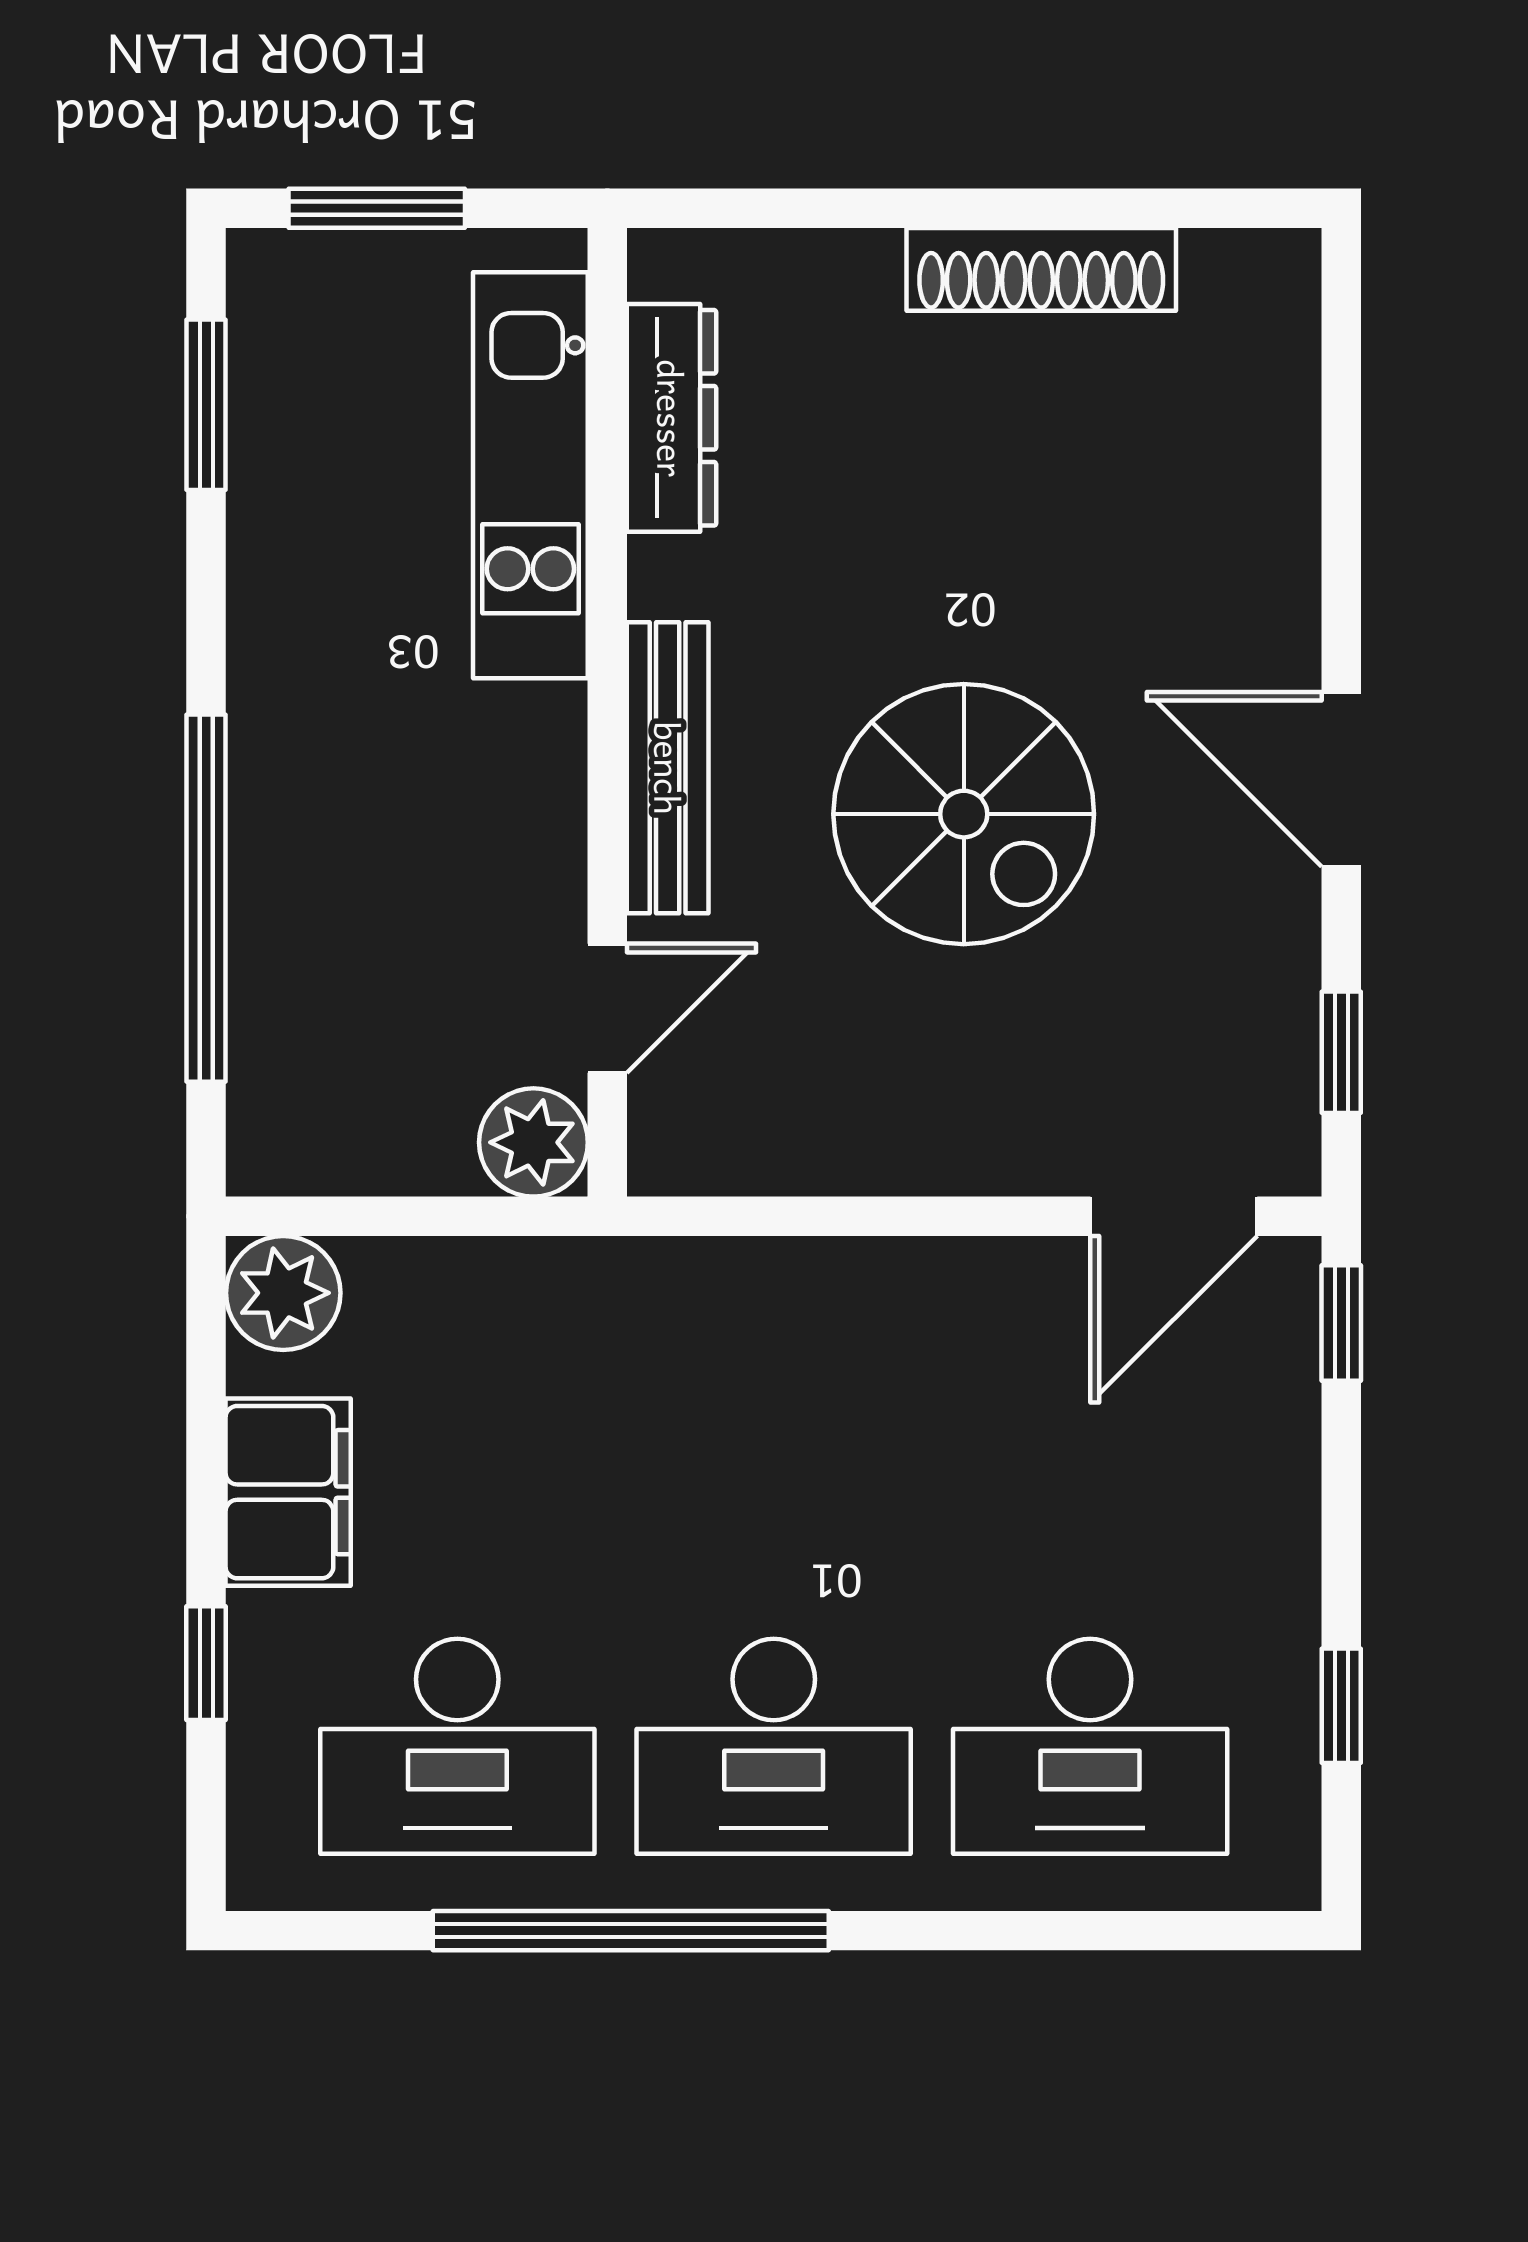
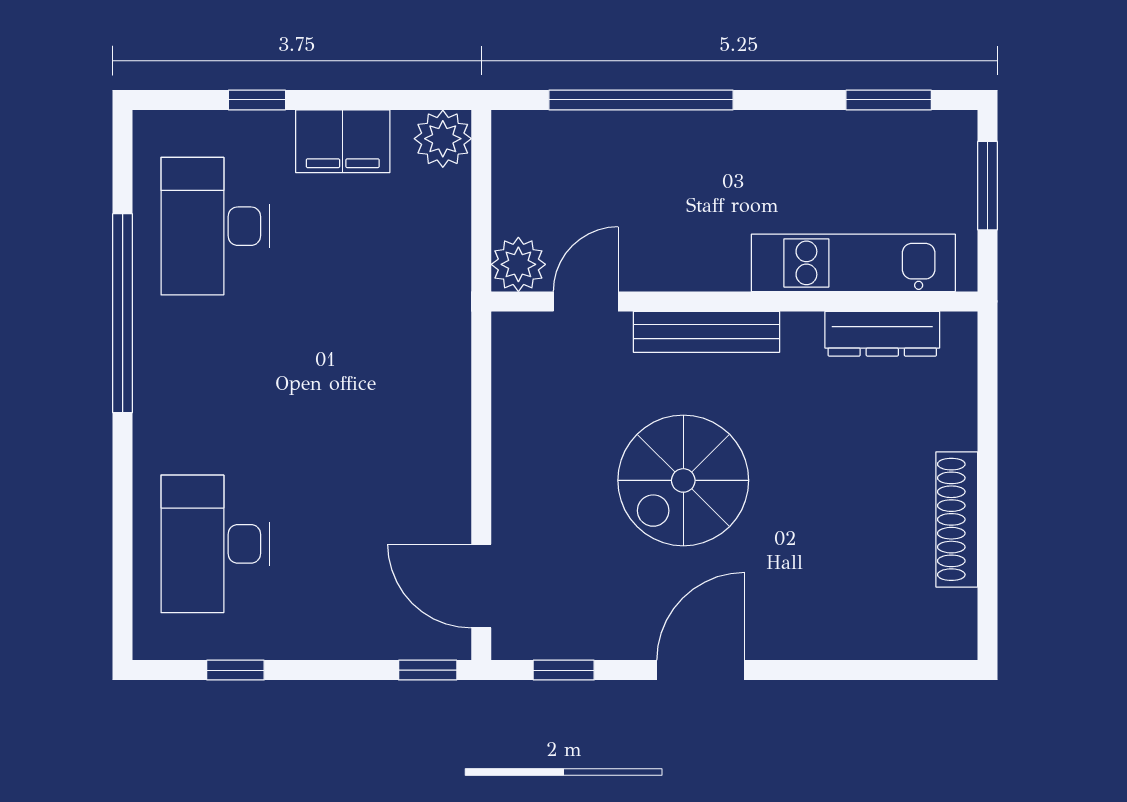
door: (607, 1008) -> (586, 301), swing flipped
desk: (774, 1746) -> (215, 385), removed

